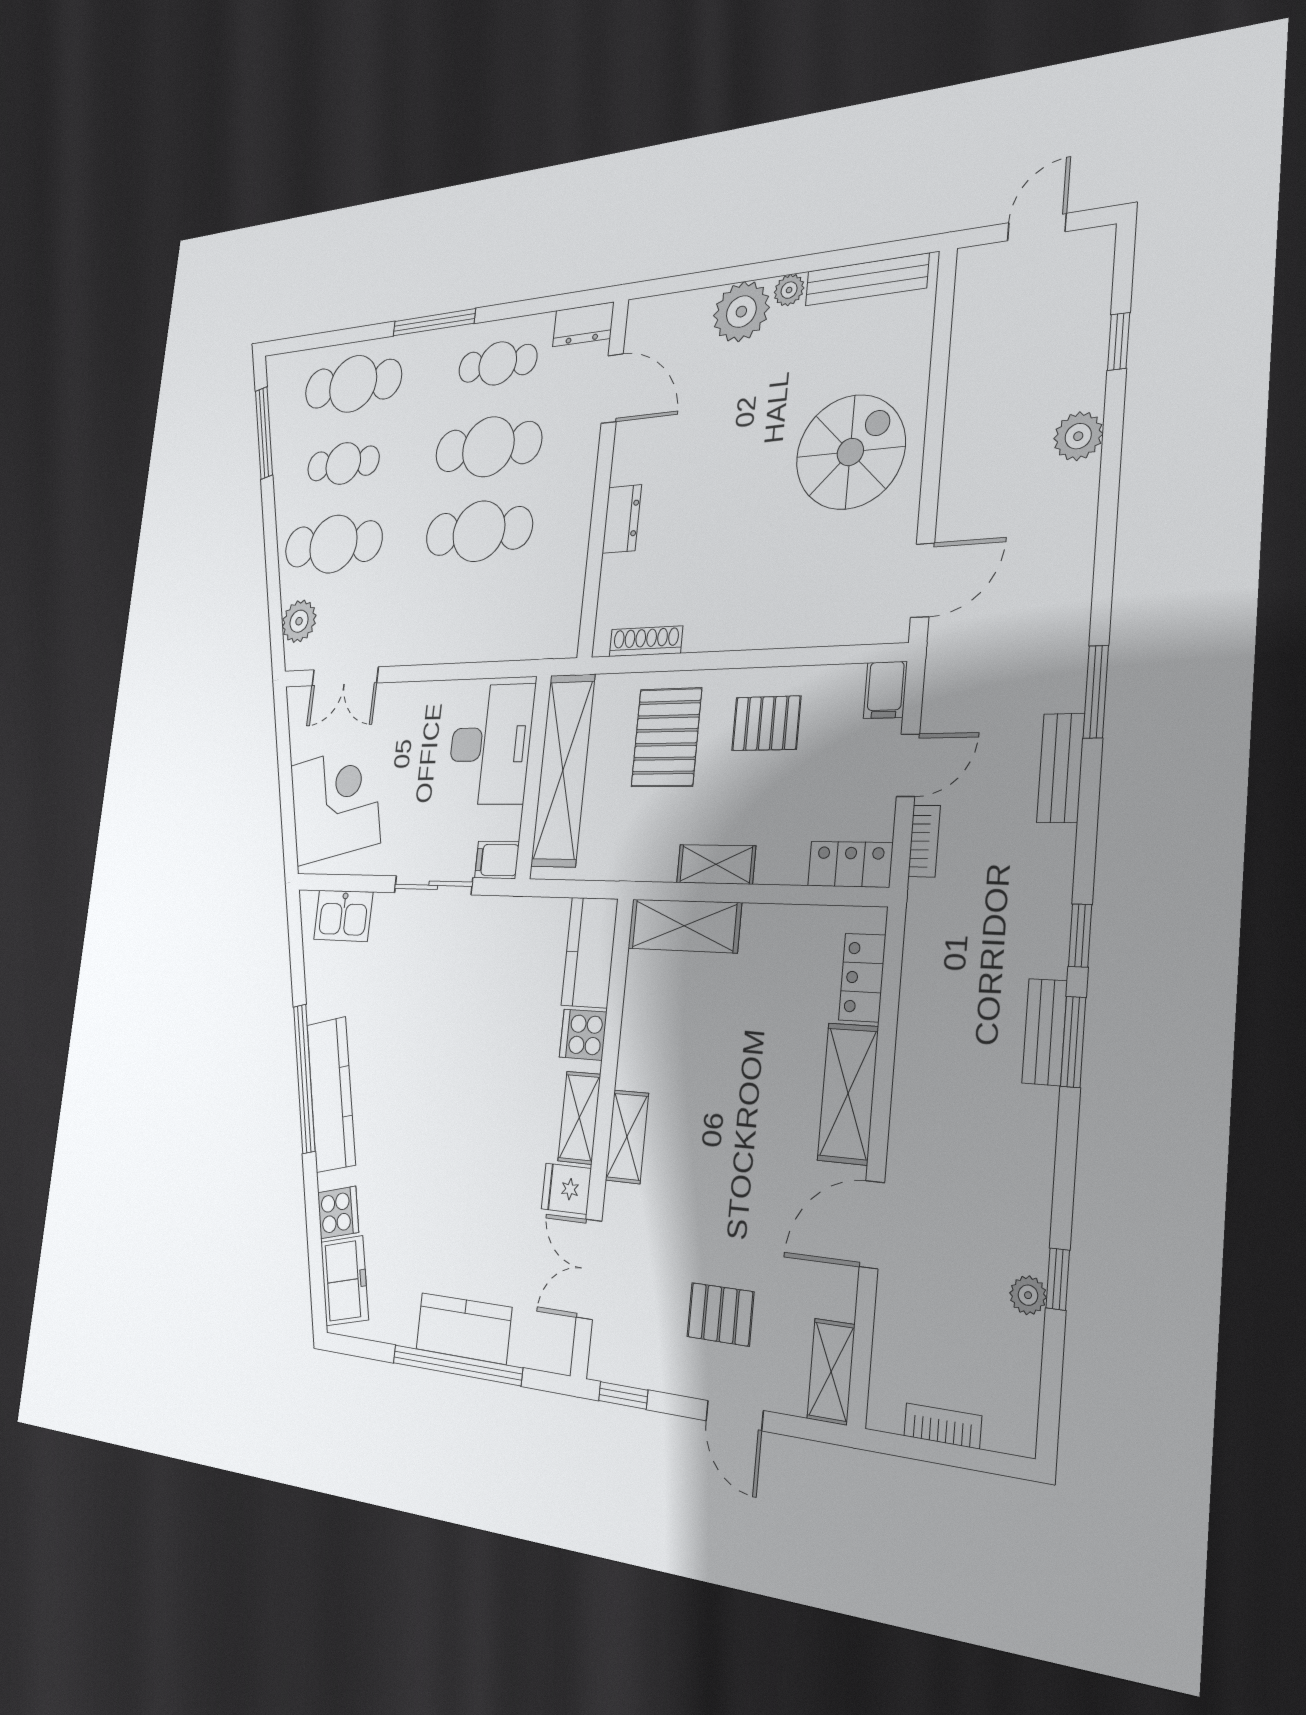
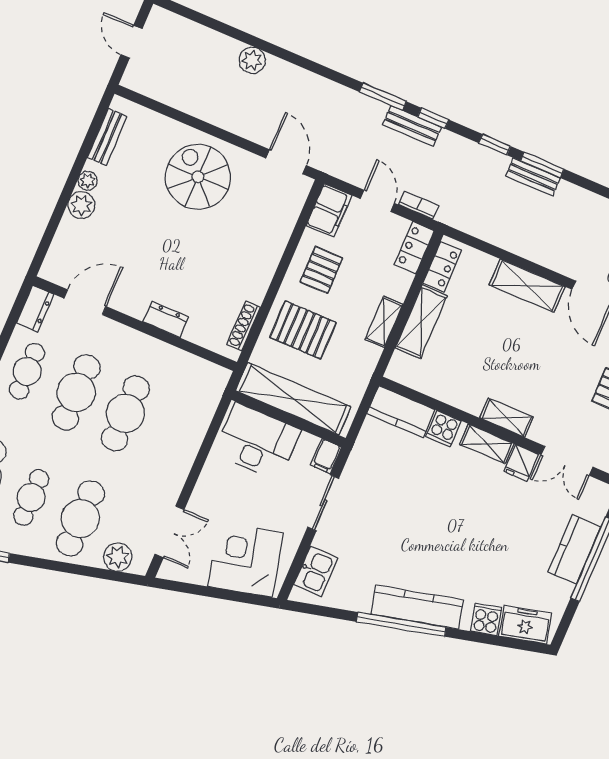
bench: (867, 280) -> (107, 137), width x0.73
plant: (741, 312) -> (81, 205), width x0.73, depth x0.73
window: (1119, 341) -> (433, 118), moved
filing cabinet: (885, 690) -> (329, 210), width x2.00
shelving: (684, 926) -> (421, 322), moved
locker: (862, 977) -> (442, 267), moved, turned -90

